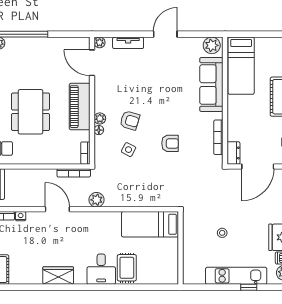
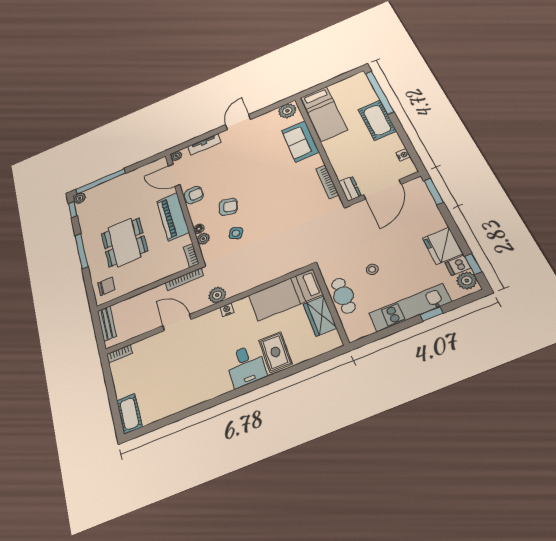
sofa: (211, 85) -> (300, 141), width x0.73
plant: (100, 118) -> (203, 239), moved
armchair: (170, 143) -> (194, 195), moved
nightstand: (21, 216) -> (227, 310), moved
cafe table: (193, 245) -> (343, 296), added
wardrobe: (58, 276) -> (320, 316), moved, turned -90

